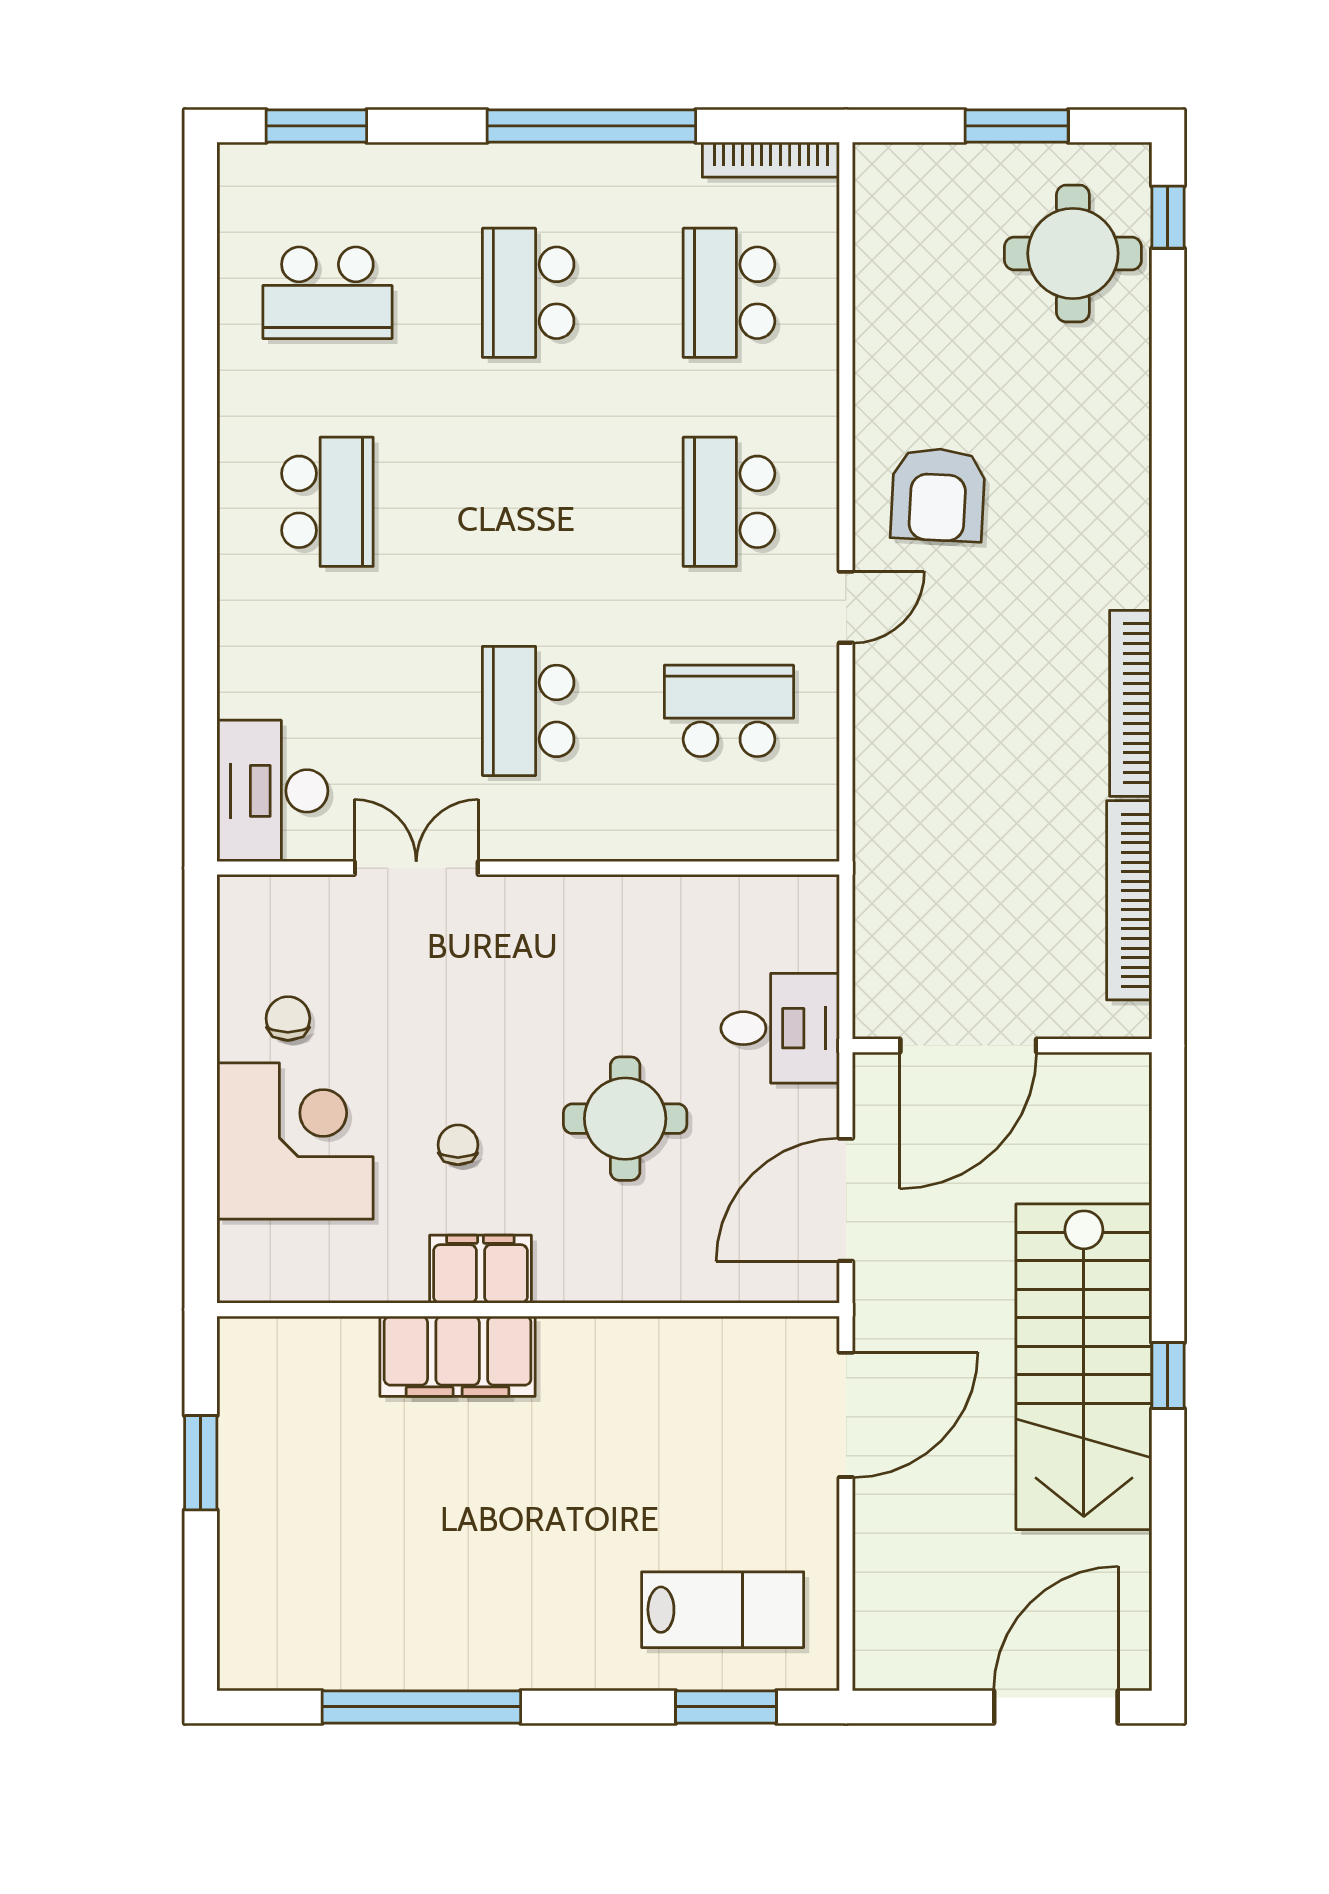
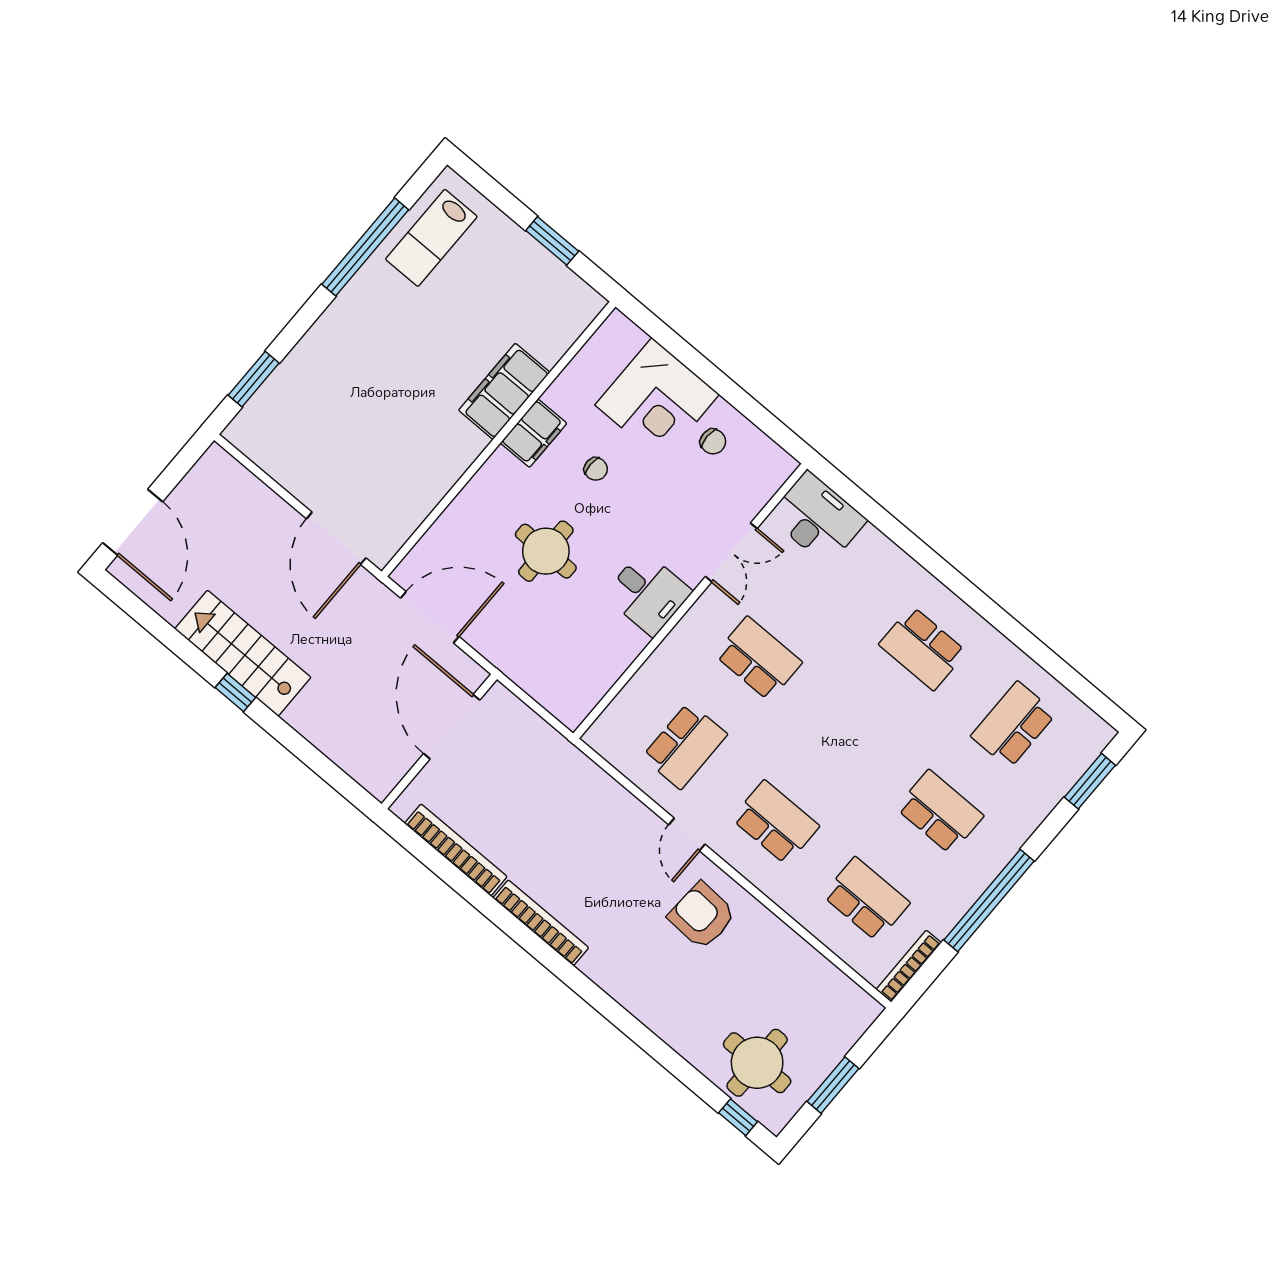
desk: (780, 1028) -> (648, 593), moved, turned -90
door: (846, 1200) -> (430, 617), hinge flipped
stairs: (1084, 1367) -> (243, 653), width x0.73, depth x0.66
lab bench: (723, 1610) -> (431, 238), moved

